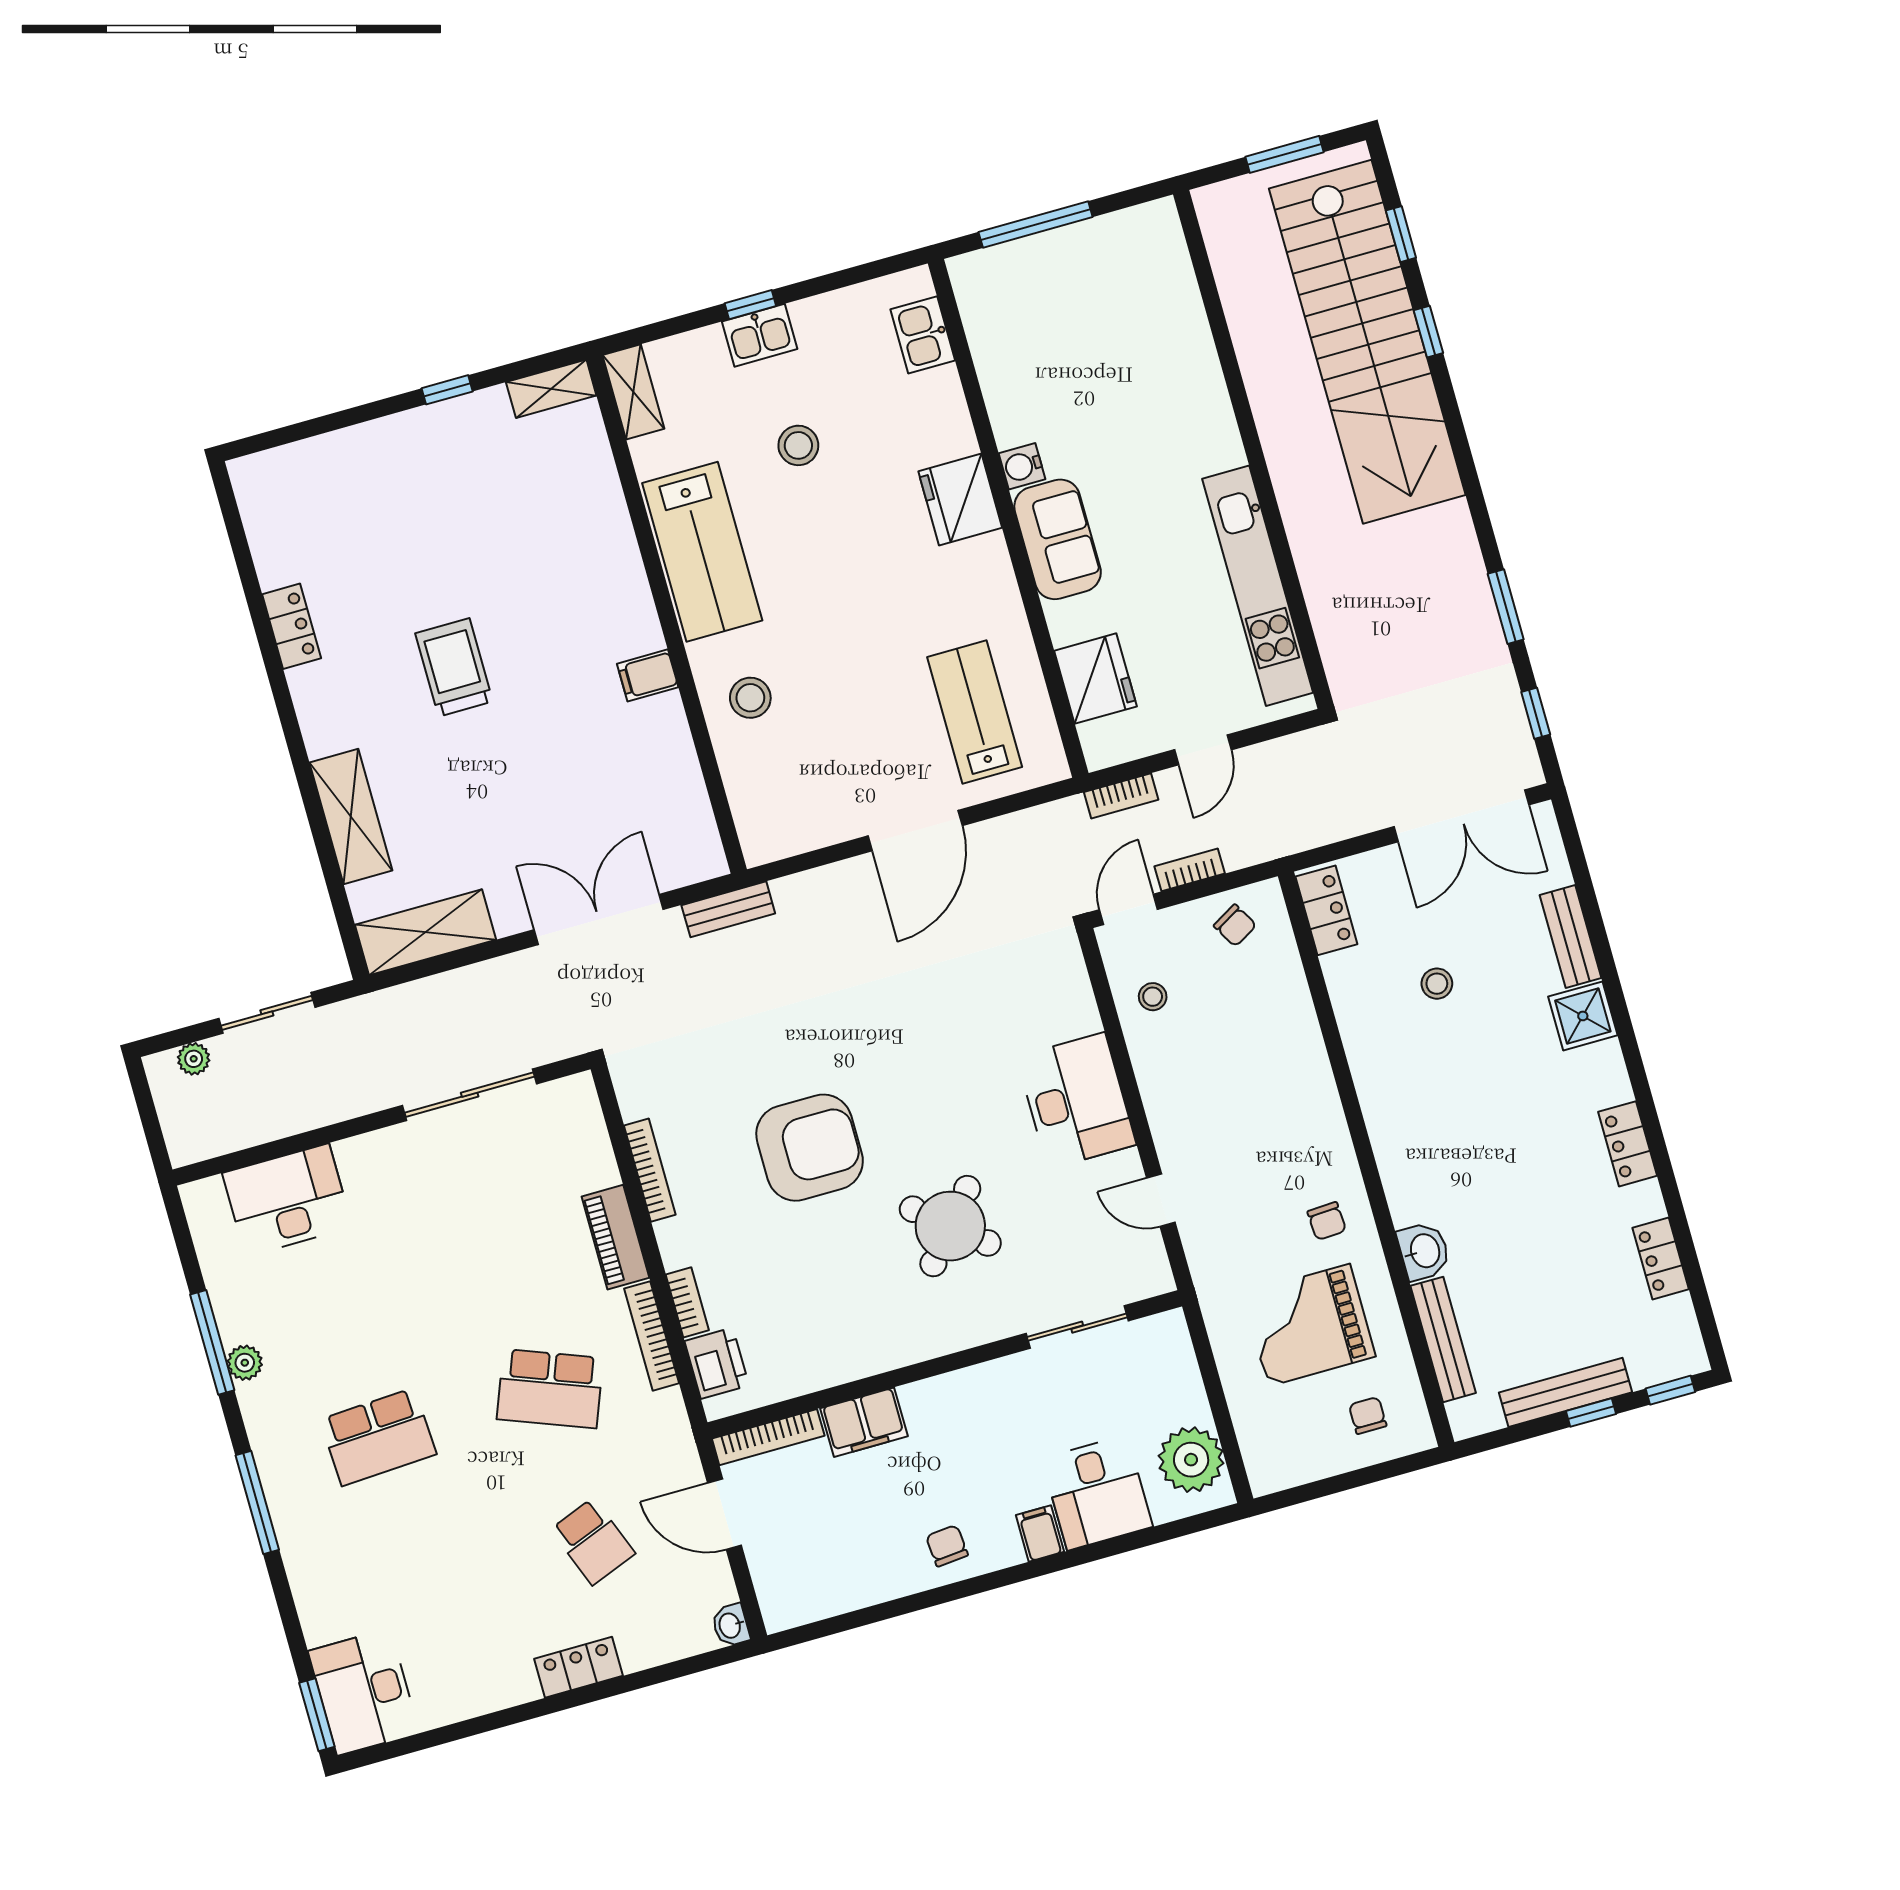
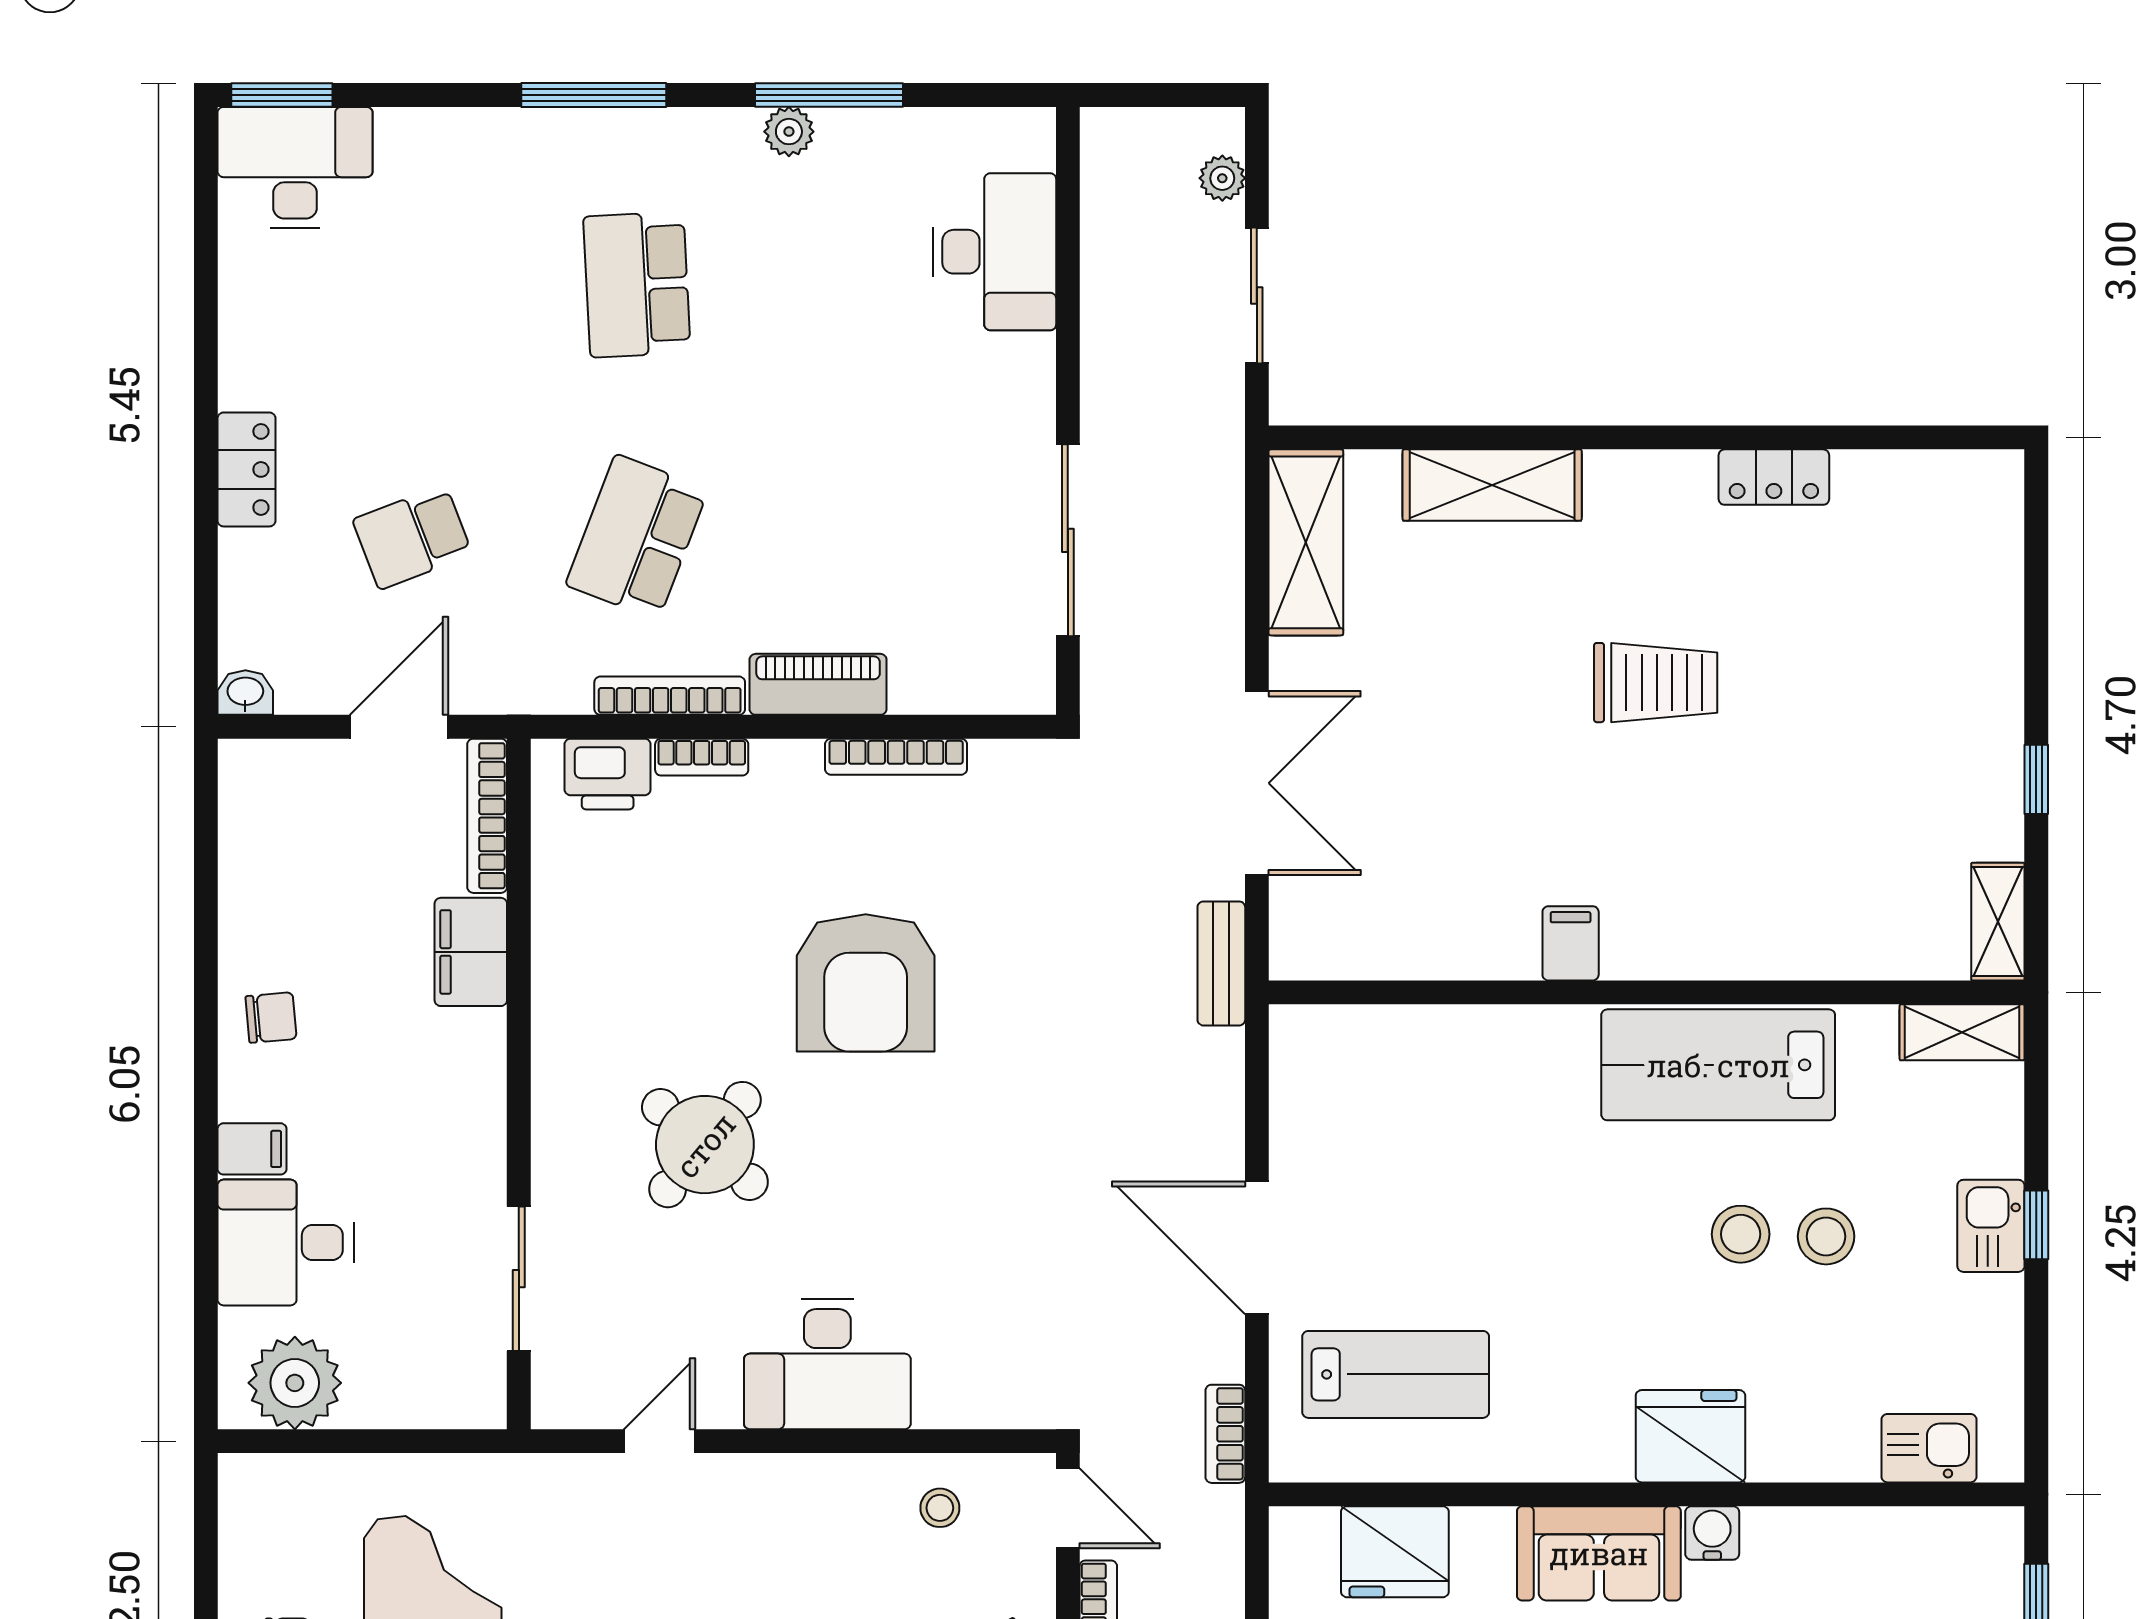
stool: (750, 698) -> (1741, 1234), moved
bookcase: (1121, 796) -> (1225, 1434), moved

